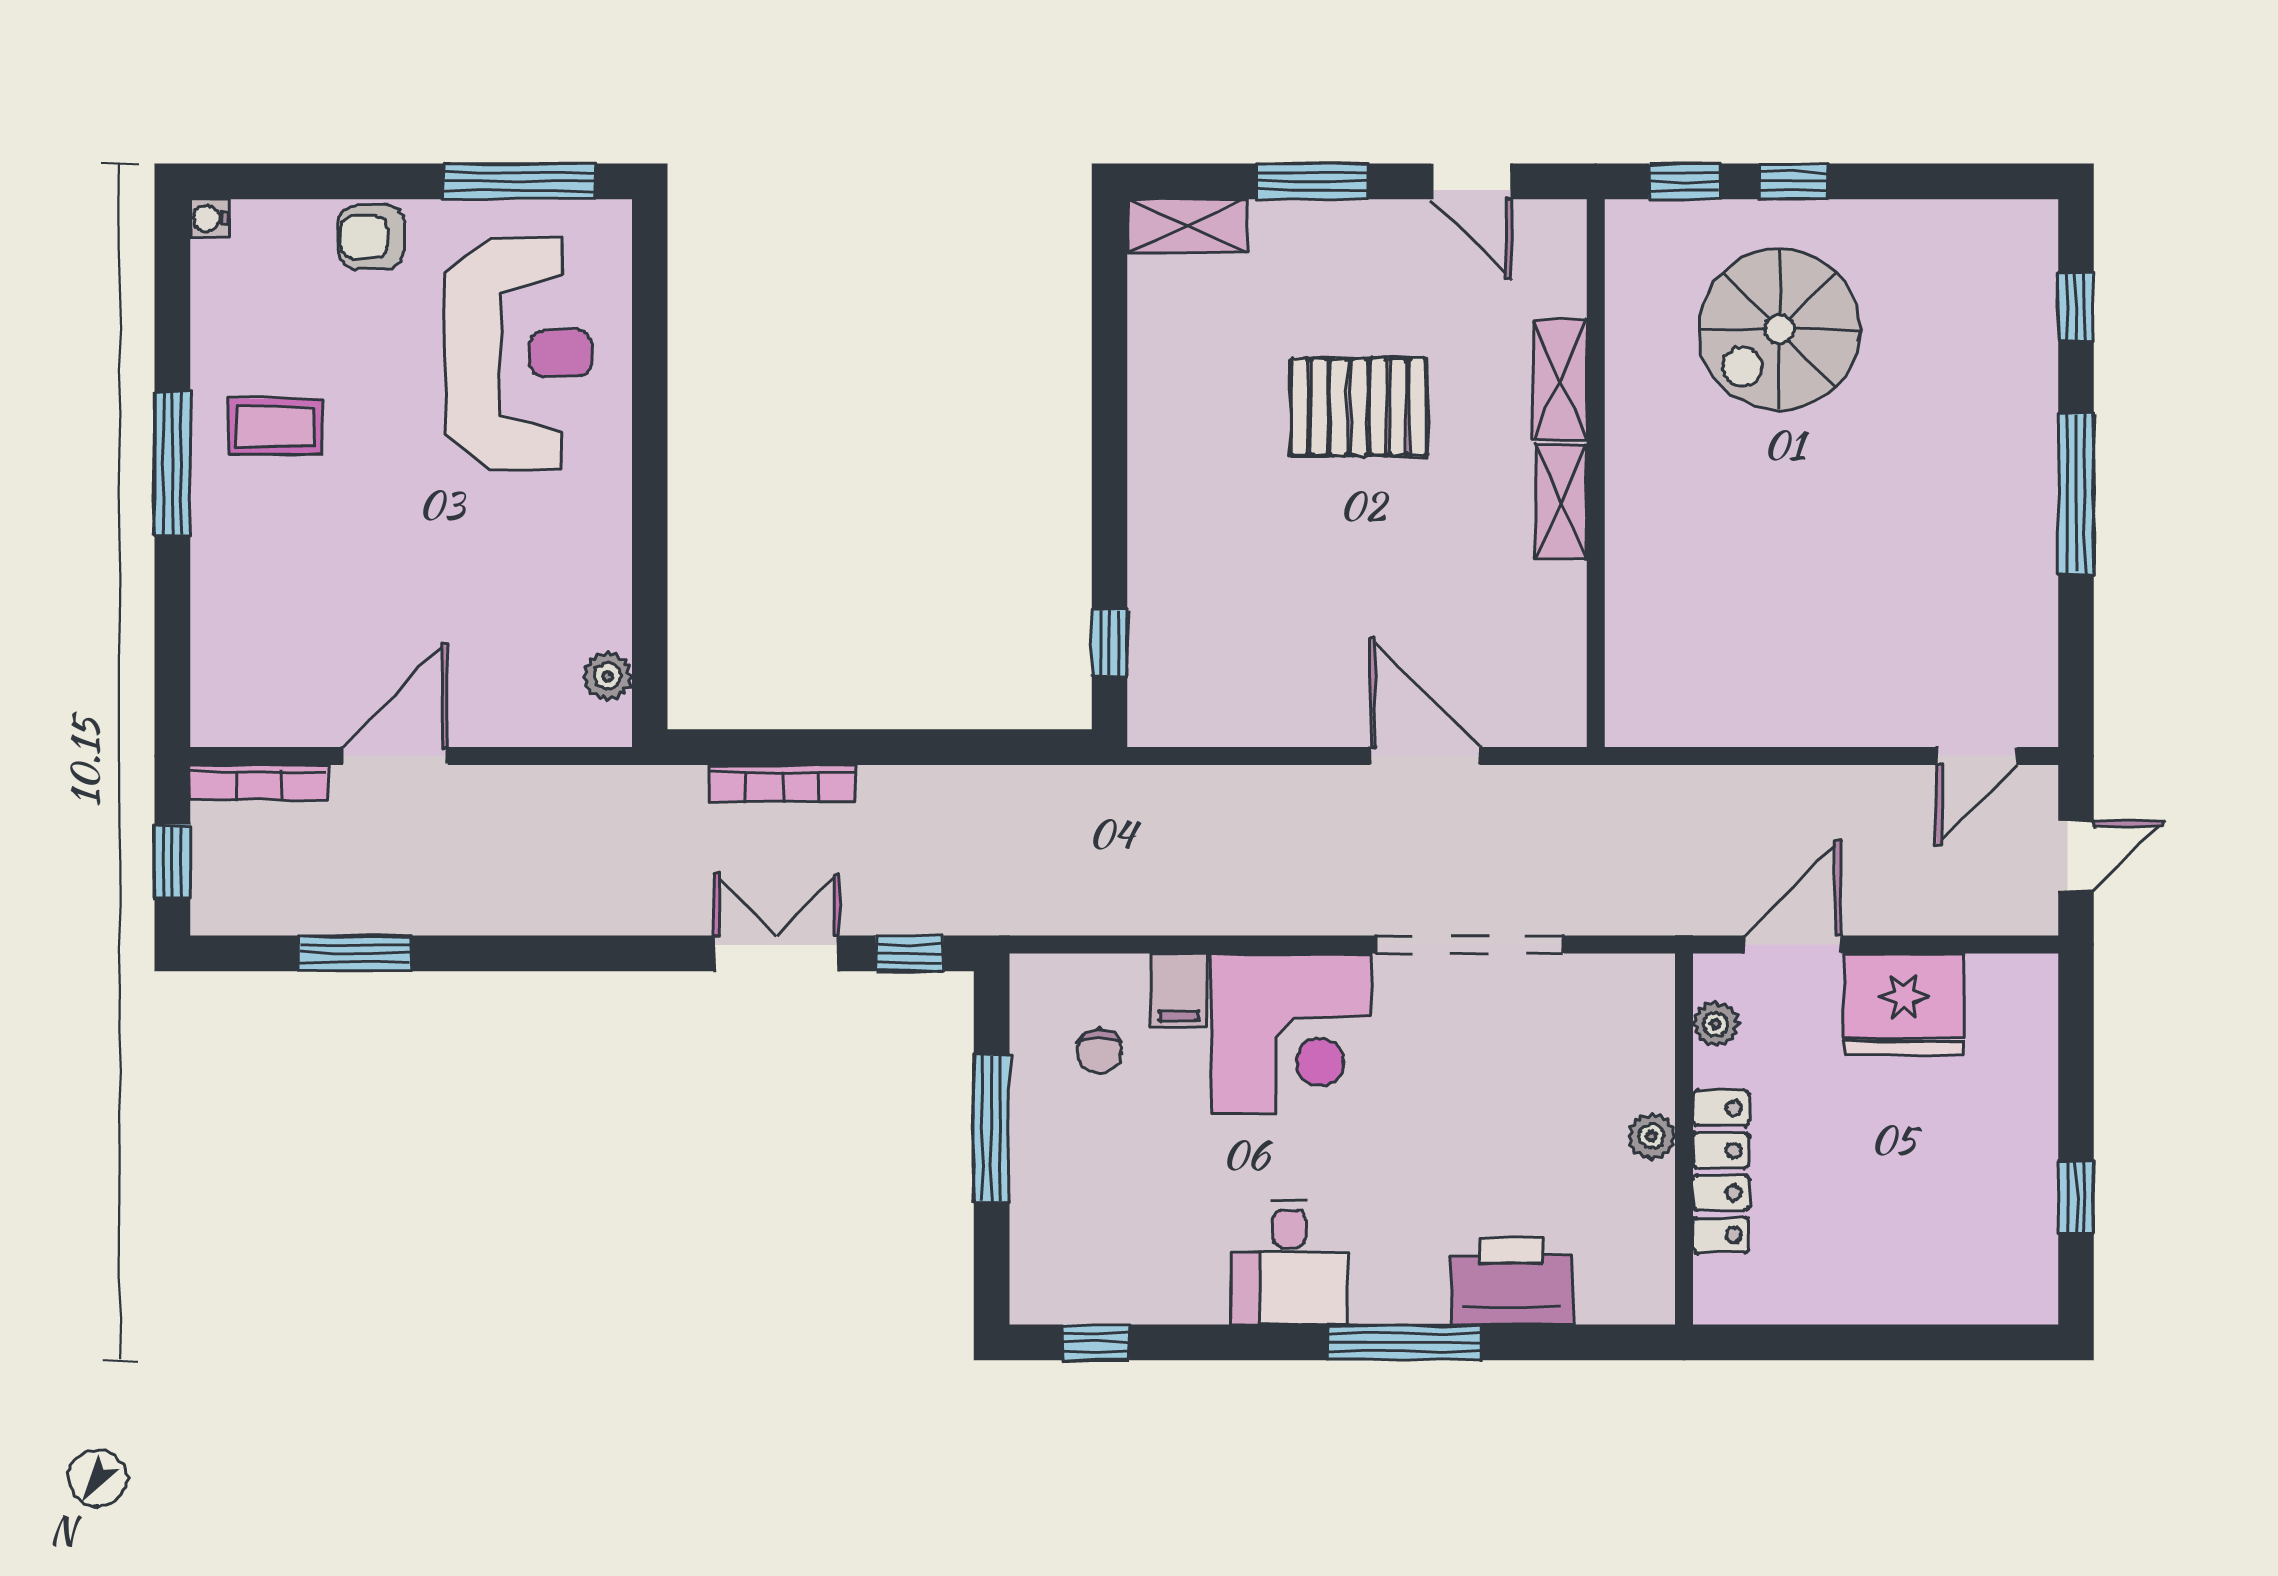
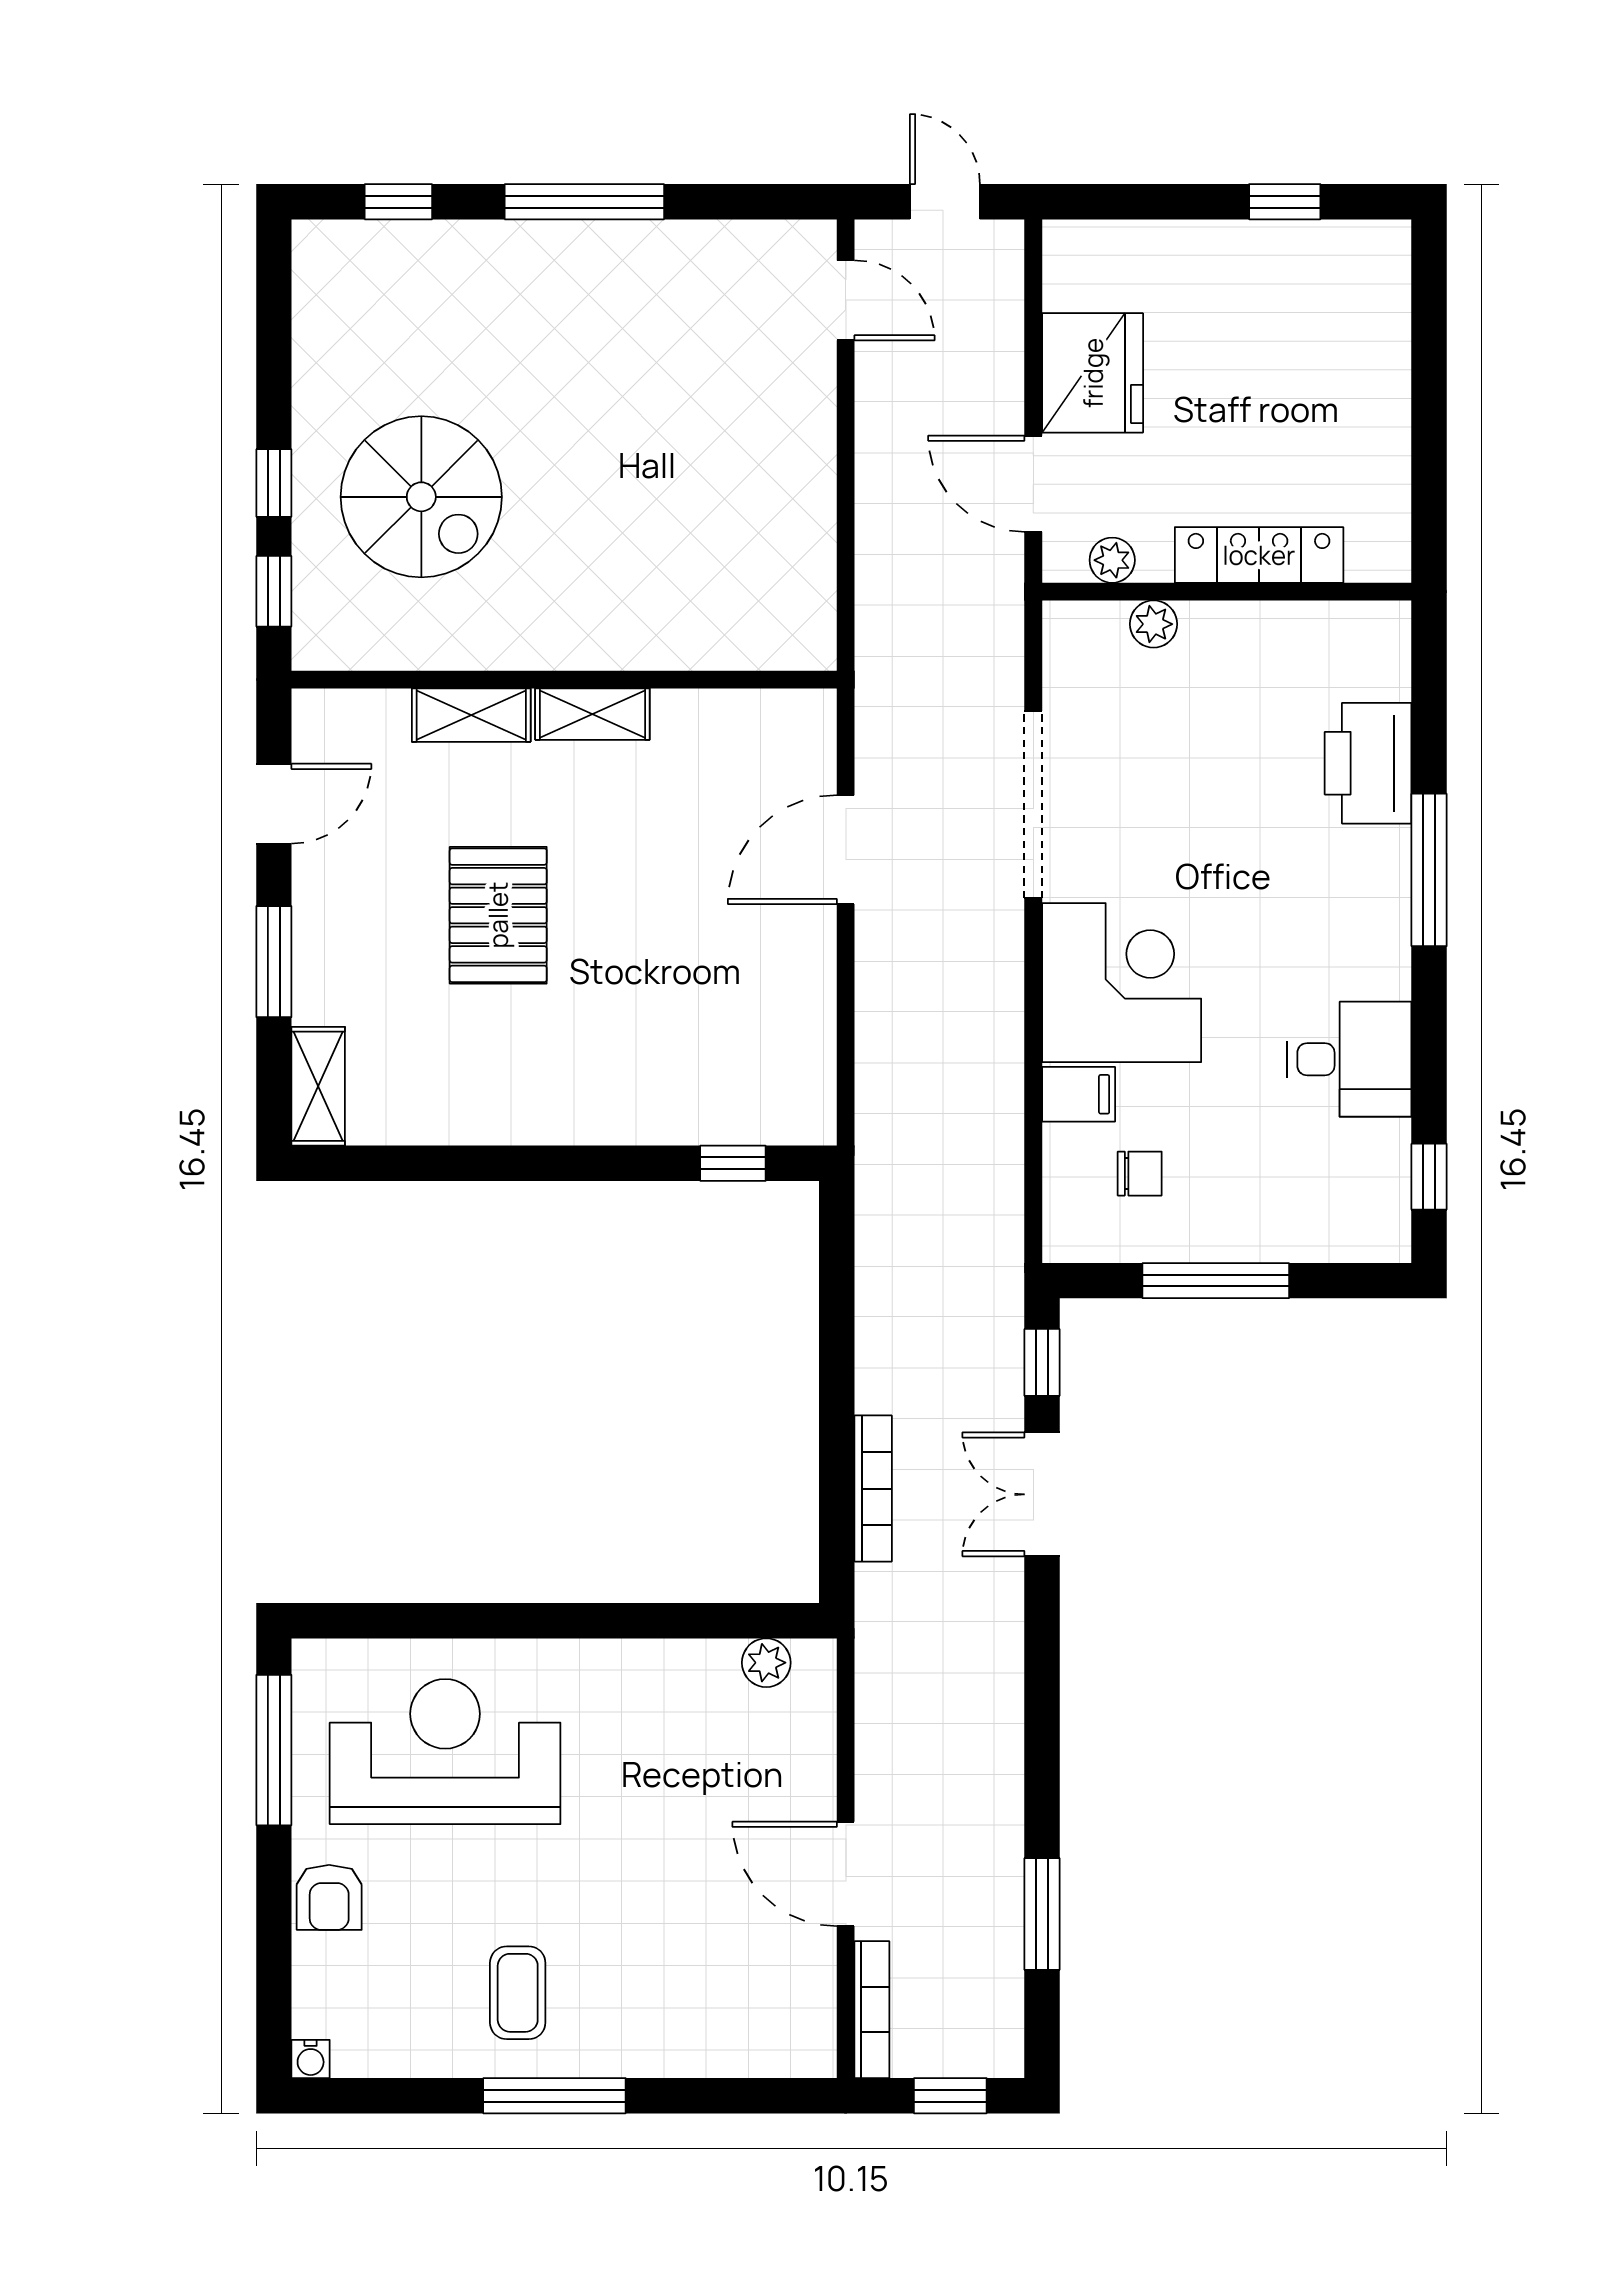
plant: (1651, 1136) -> (1154, 624), moved
desk: (1289, 1262) -> (1349, 1059), moved

